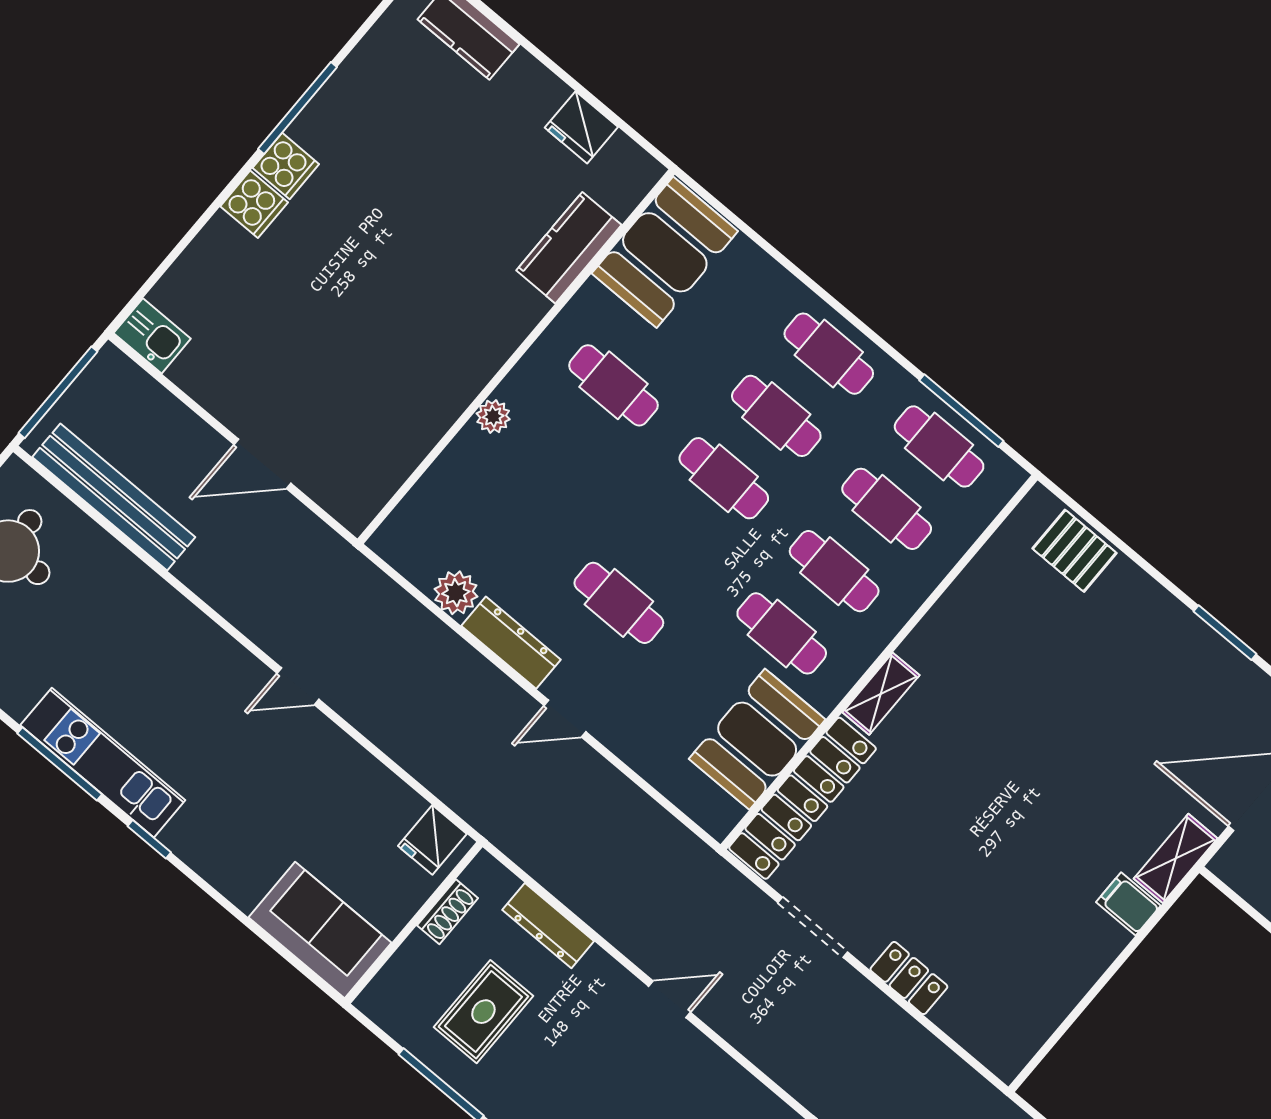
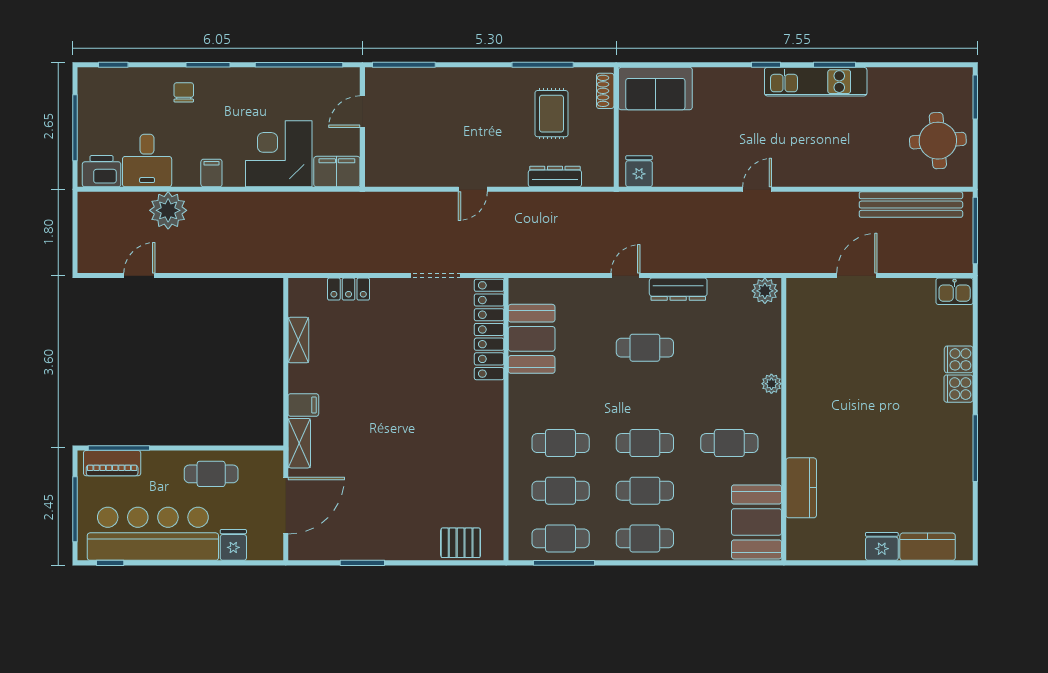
fridge: (581, 127) -> (882, 546), moved
cooker: (286, 166) -> (959, 359), moved
plant: (456, 593) -> (765, 291), moved
cafe table: (782, 633) -> (561, 395), removed
shelving: (881, 694) -> (298, 340), moved
window: (60, 764) -> (835, 65), width x0.69
shoe rack: (448, 912) -> (605, 91), moved
locker: (909, 978) -> (349, 289), moved

